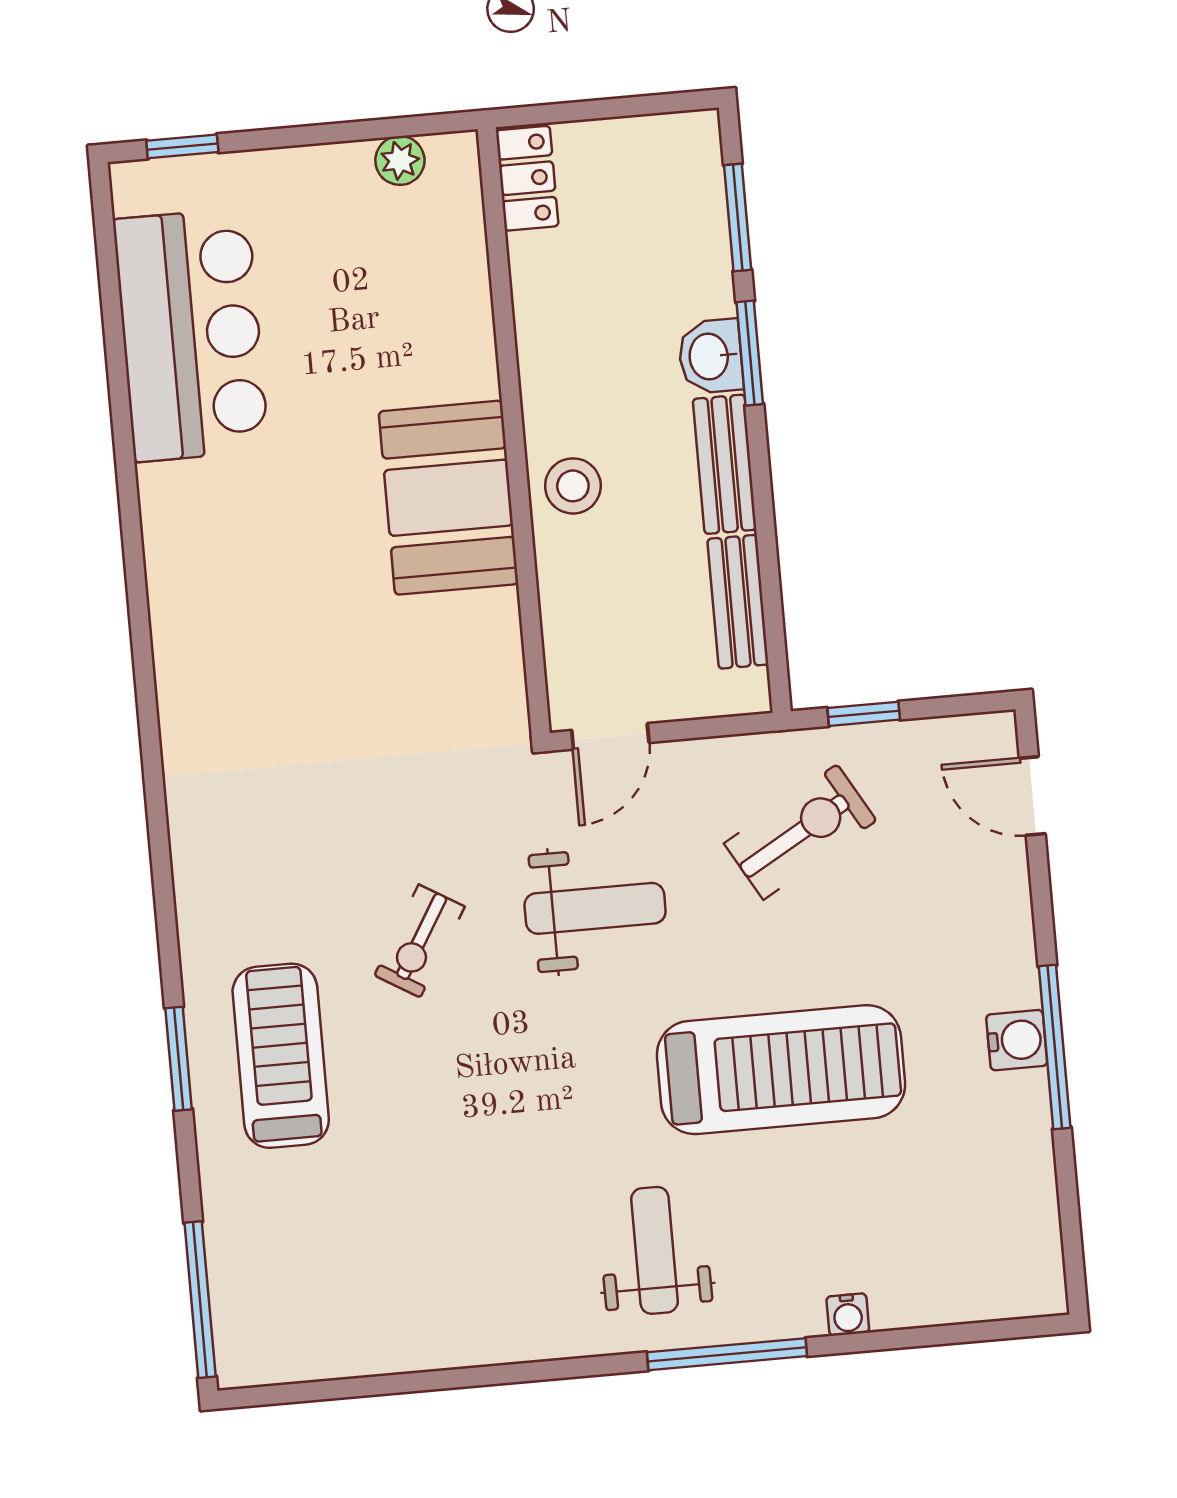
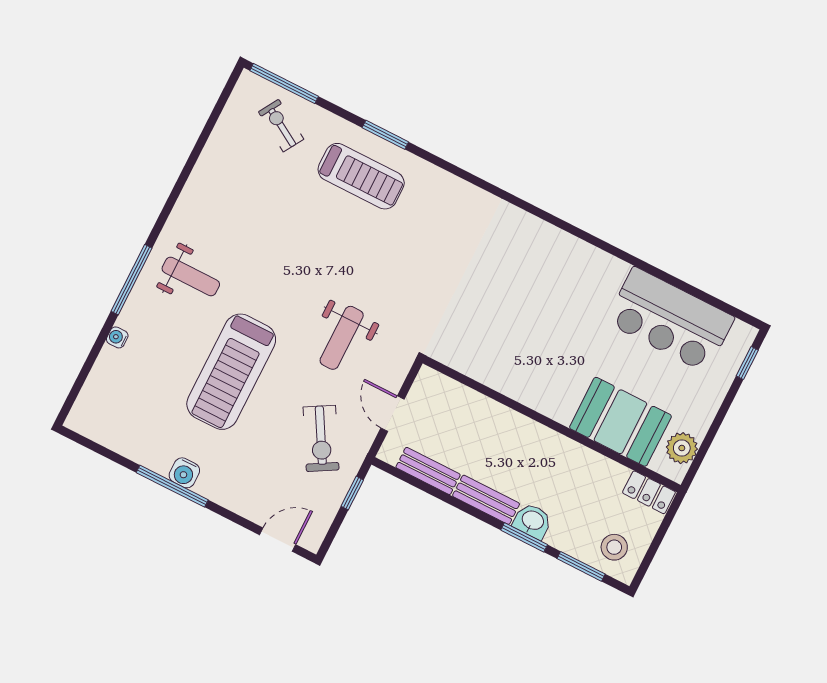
plant: (400, 160) -> (682, 448), width x1.38, depth x1.38
stool: (573, 486) -> (614, 547), moved
booth: (449, 498) -> (620, 422), moved
door: (610, 736) -> (393, 414), moved
exercise bike: (419, 941) -> (281, 125), moved

